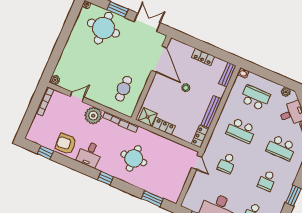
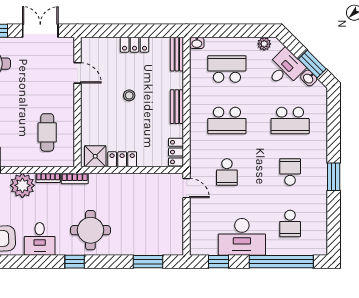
door: (159, 59) -> (77, 73), width x0.53
bench: (211, 112) -> (177, 107), width x0.73
round table: (134, 158) -> (90, 230), moved
school desk: (267, 181) -> (290, 172), turned 180

